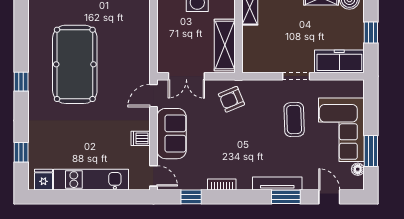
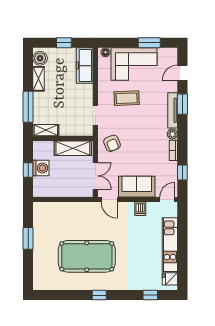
doorway: (296, 76) -> (95, 115), moved
floor lamp: (358, 169) -> (105, 52), moved
plant: (244, 183) -> (172, 134), added

